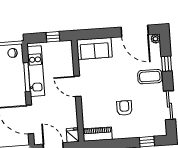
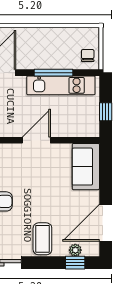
plant: (155, 39) -> (75, 250), moved
window: (167, 64) -> (75, 263), moved

